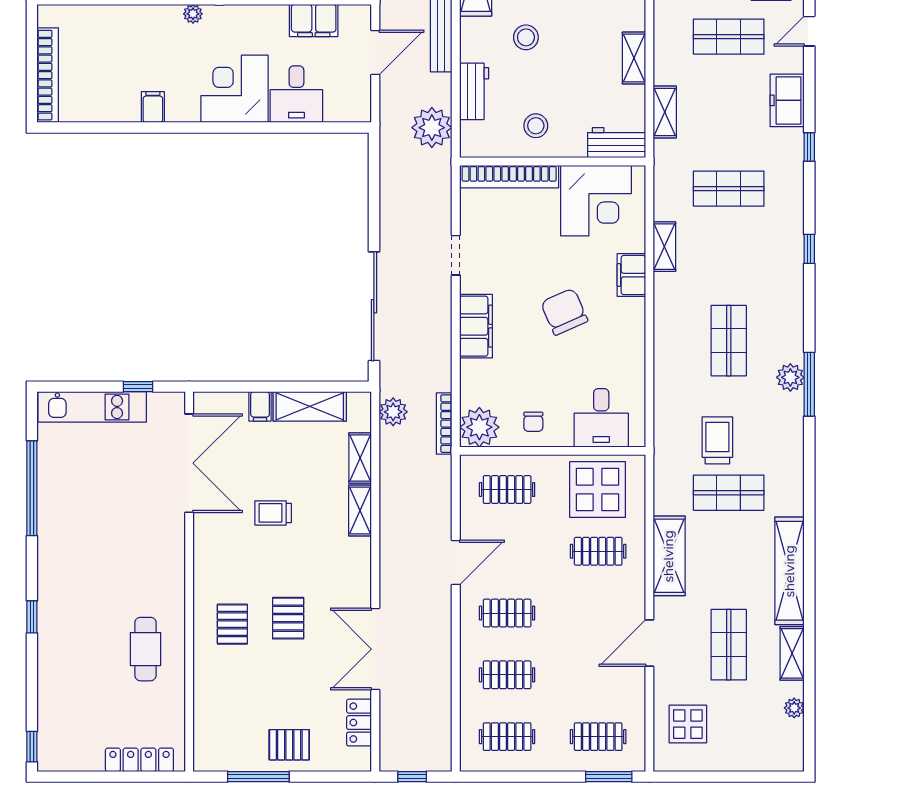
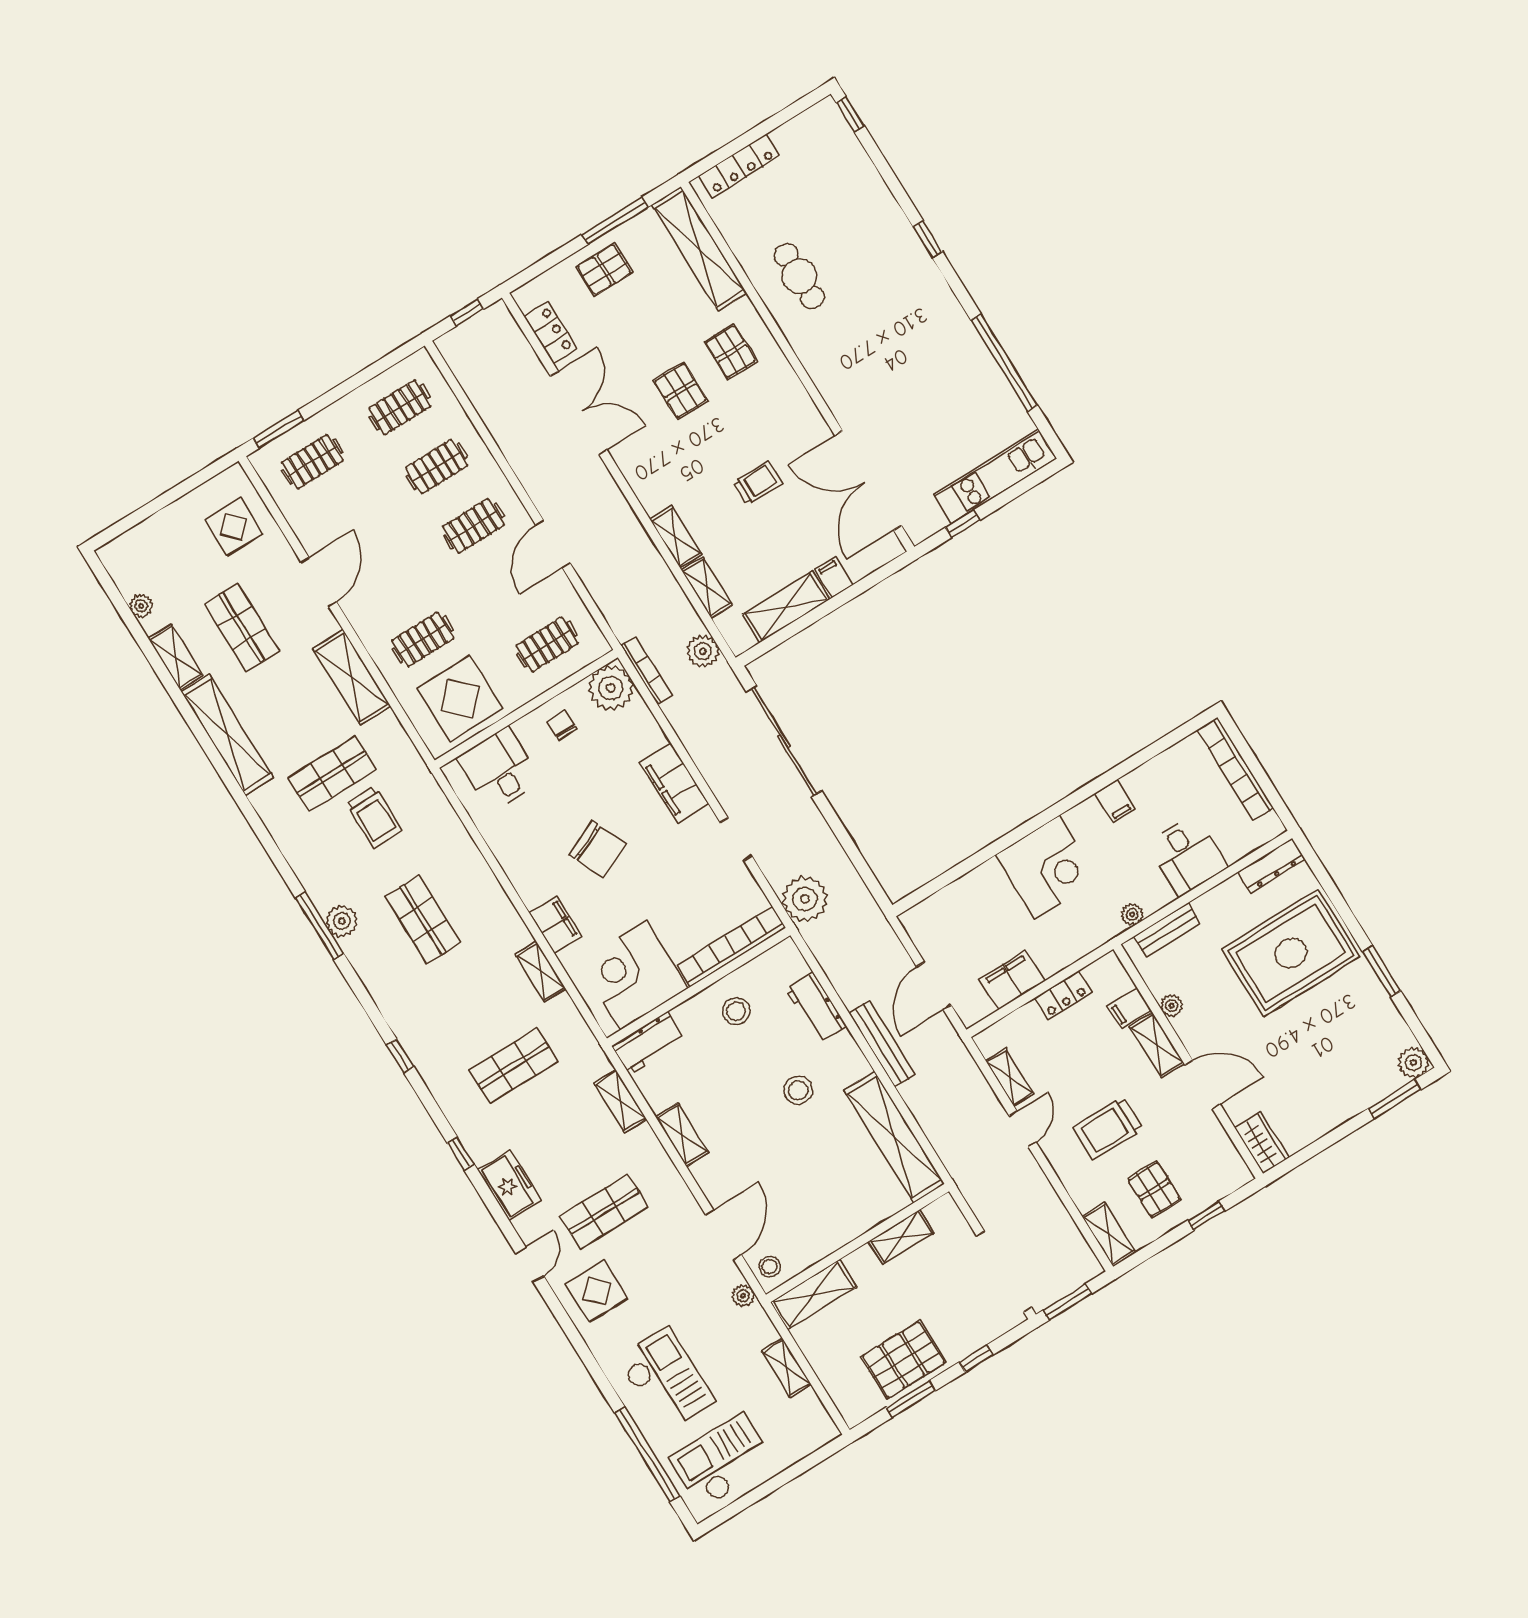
desk: (296, 94) -> (1187, 855), moved, turned 180
plant: (432, 128) -> (805, 899), moved
shelving: (208, 716) -> (699, 249), added

